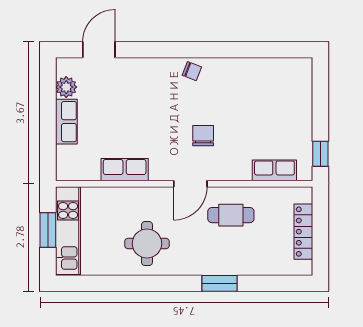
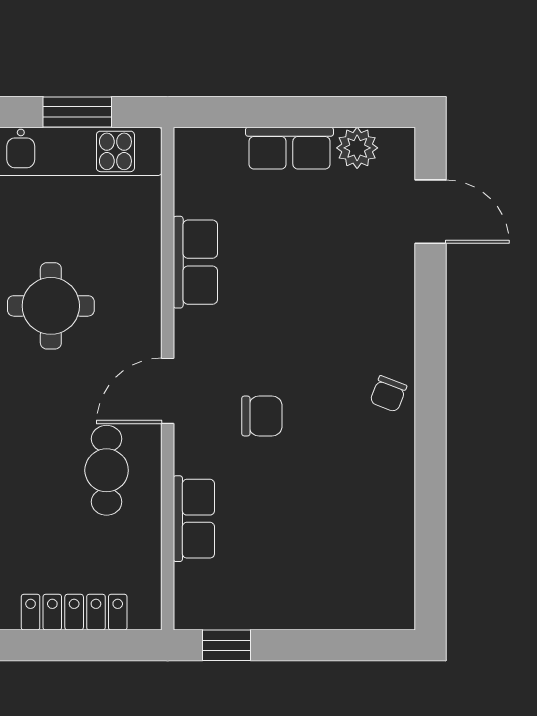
row of seats: (274, 170) -> (194, 519), moved
door: (190, 184) -> (168, 391), hinge flipped

